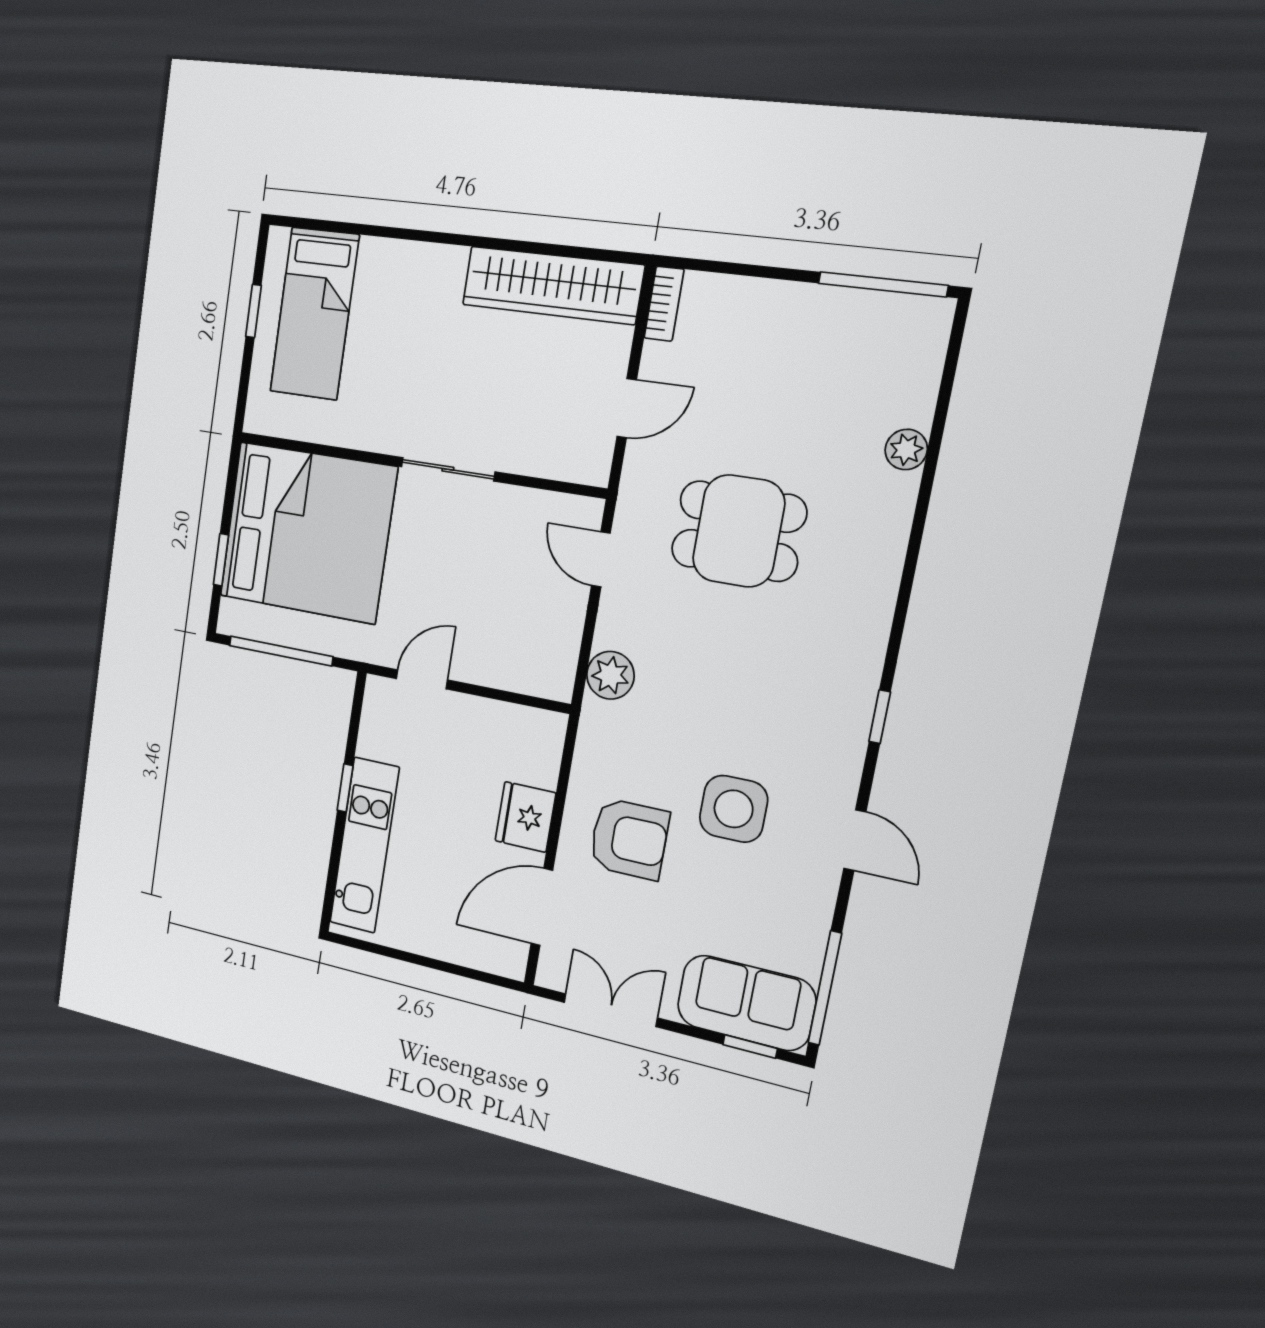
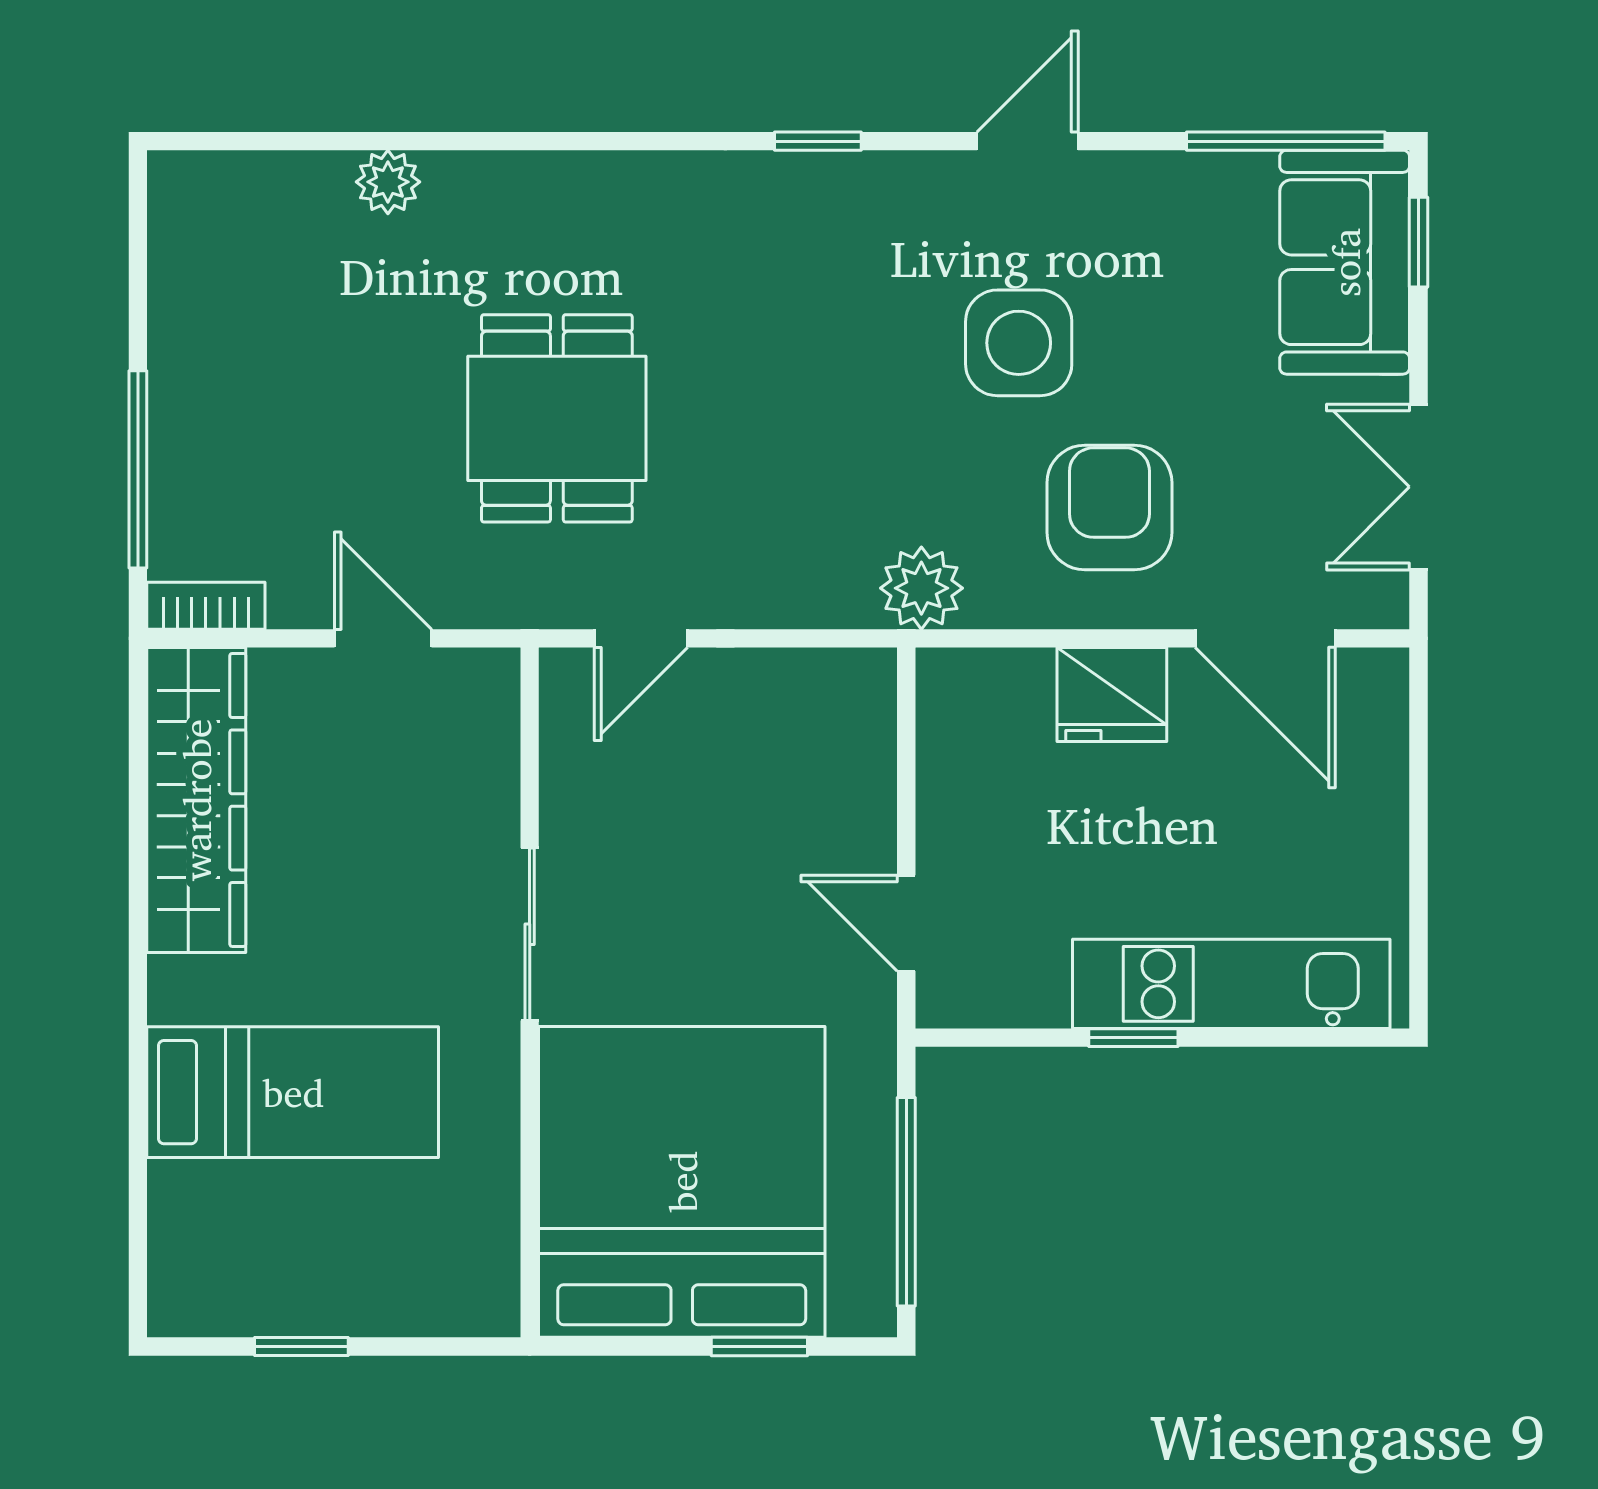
window: (883, 284) -> (138, 469), moved
bed: (314, 314) -> (293, 1092), moved
plant: (610, 675) -> (921, 588), moved

